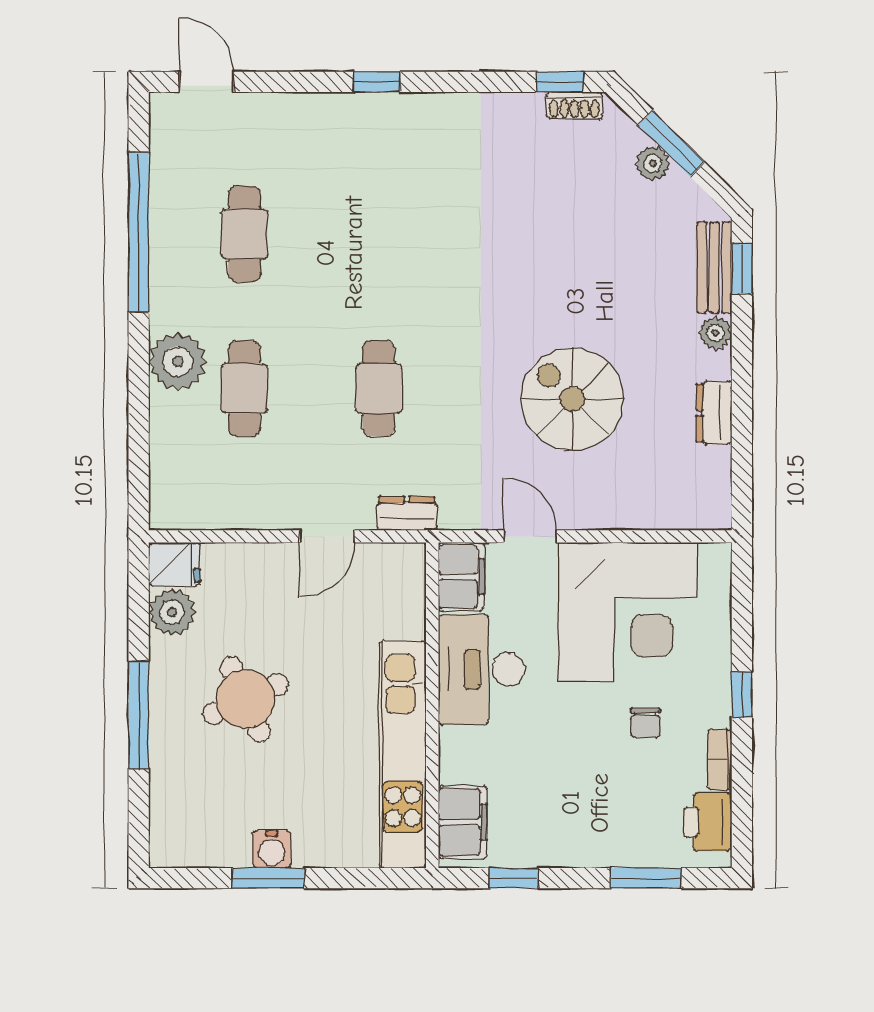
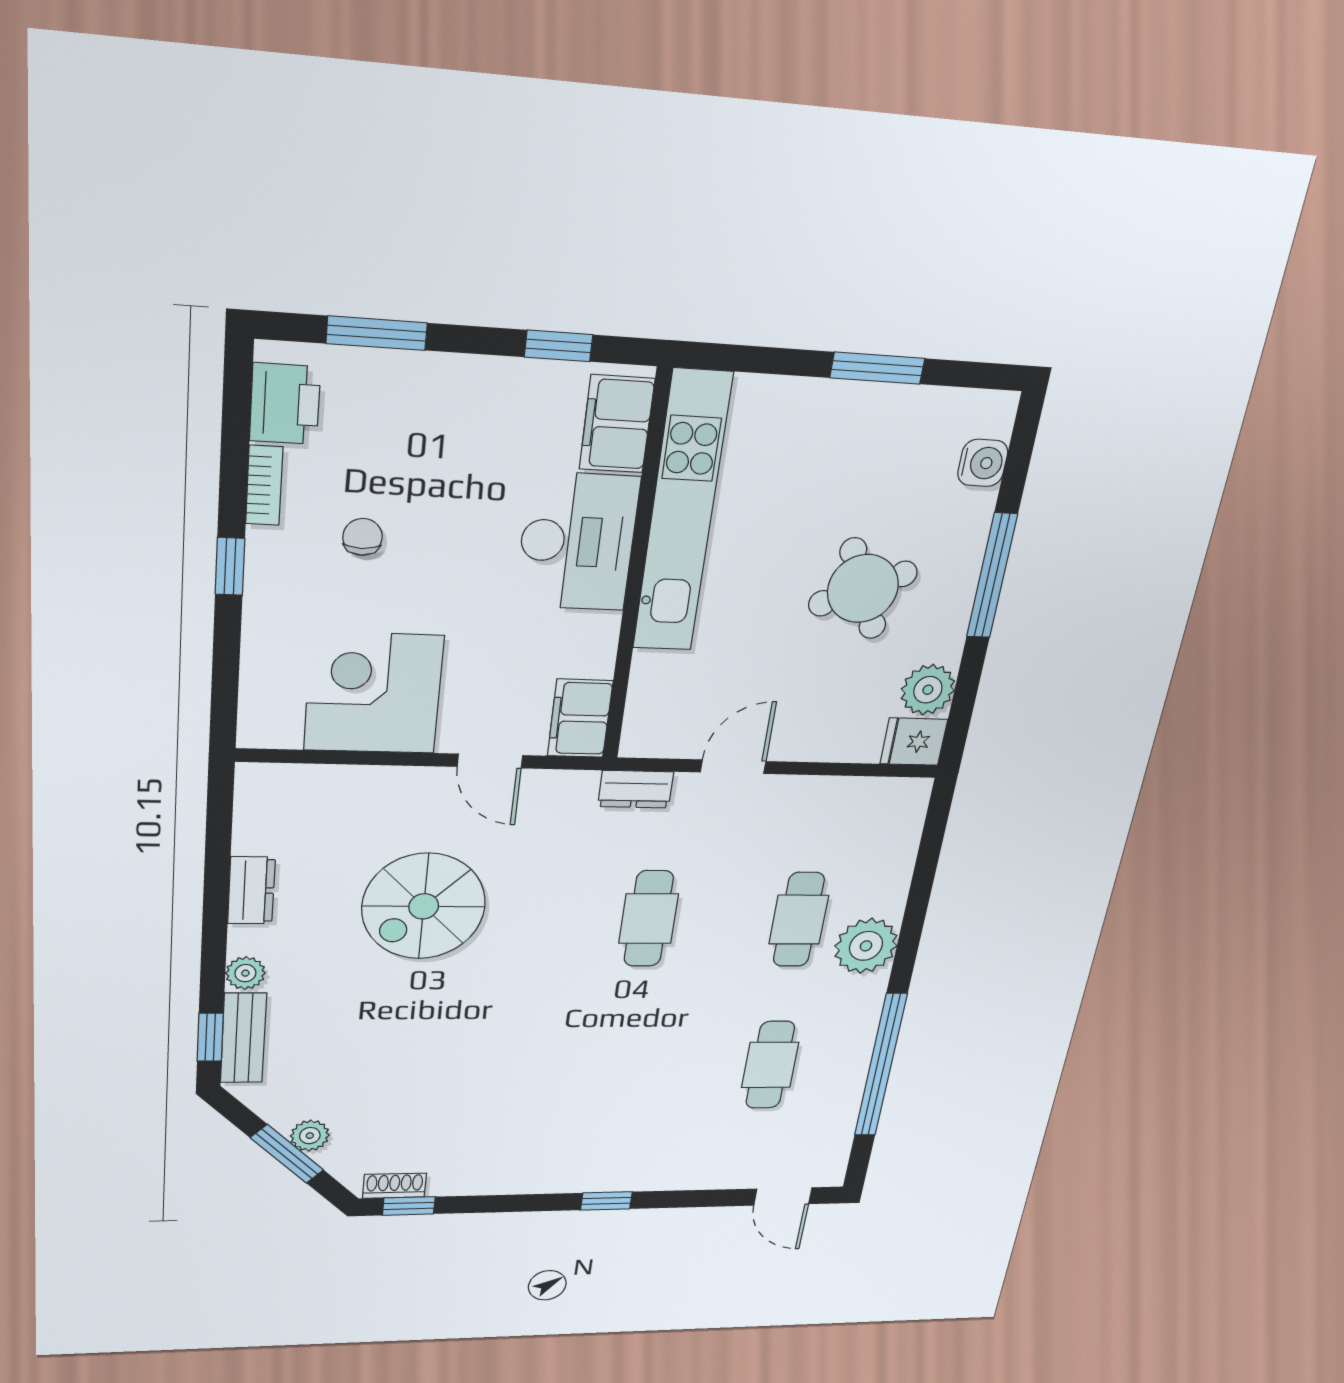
spiral stairs: (572, 399) -> (424, 906), turned 90
corner desk: (628, 612) -> (374, 693), width x0.74, depth x0.74
desk: (482, 669) -> (577, 542), moved
water cooler: (272, 849) -> (983, 463), moved, turned 90

